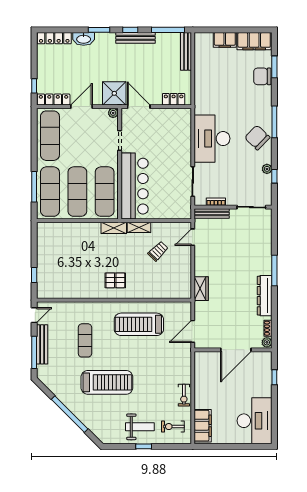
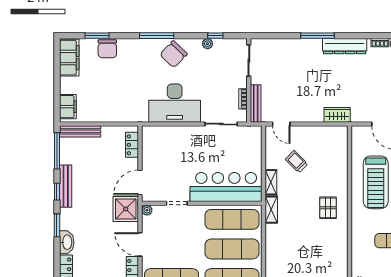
filing cabinet: (225, 40) -> (68, 107), moved

